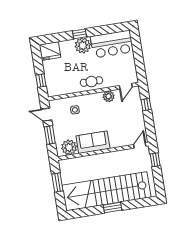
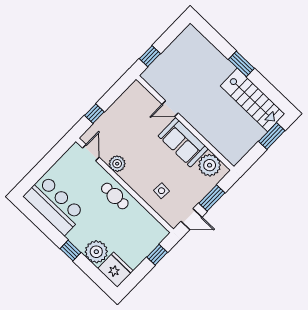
plant: (83, 45) -> (96, 252), moved
door: (126, 86) -> (91, 153), hinge flipped
door: (46, 115) -> (191, 219), hinge flipped
door: (140, 145) -> (170, 109), moved
window: (57, 182) -> (272, 136), moved
stairs: (106, 191) -> (252, 100), width x0.54, depth x0.66

